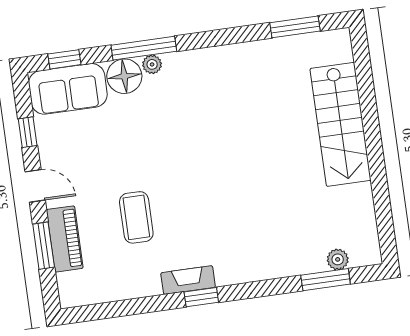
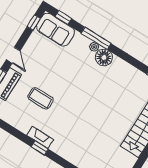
floor lamp: (124, 76) -> (104, 57), moved
window: (28, 132) -> (34, 22), moved
coffee table: (136, 217) -> (41, 98), turned 90

